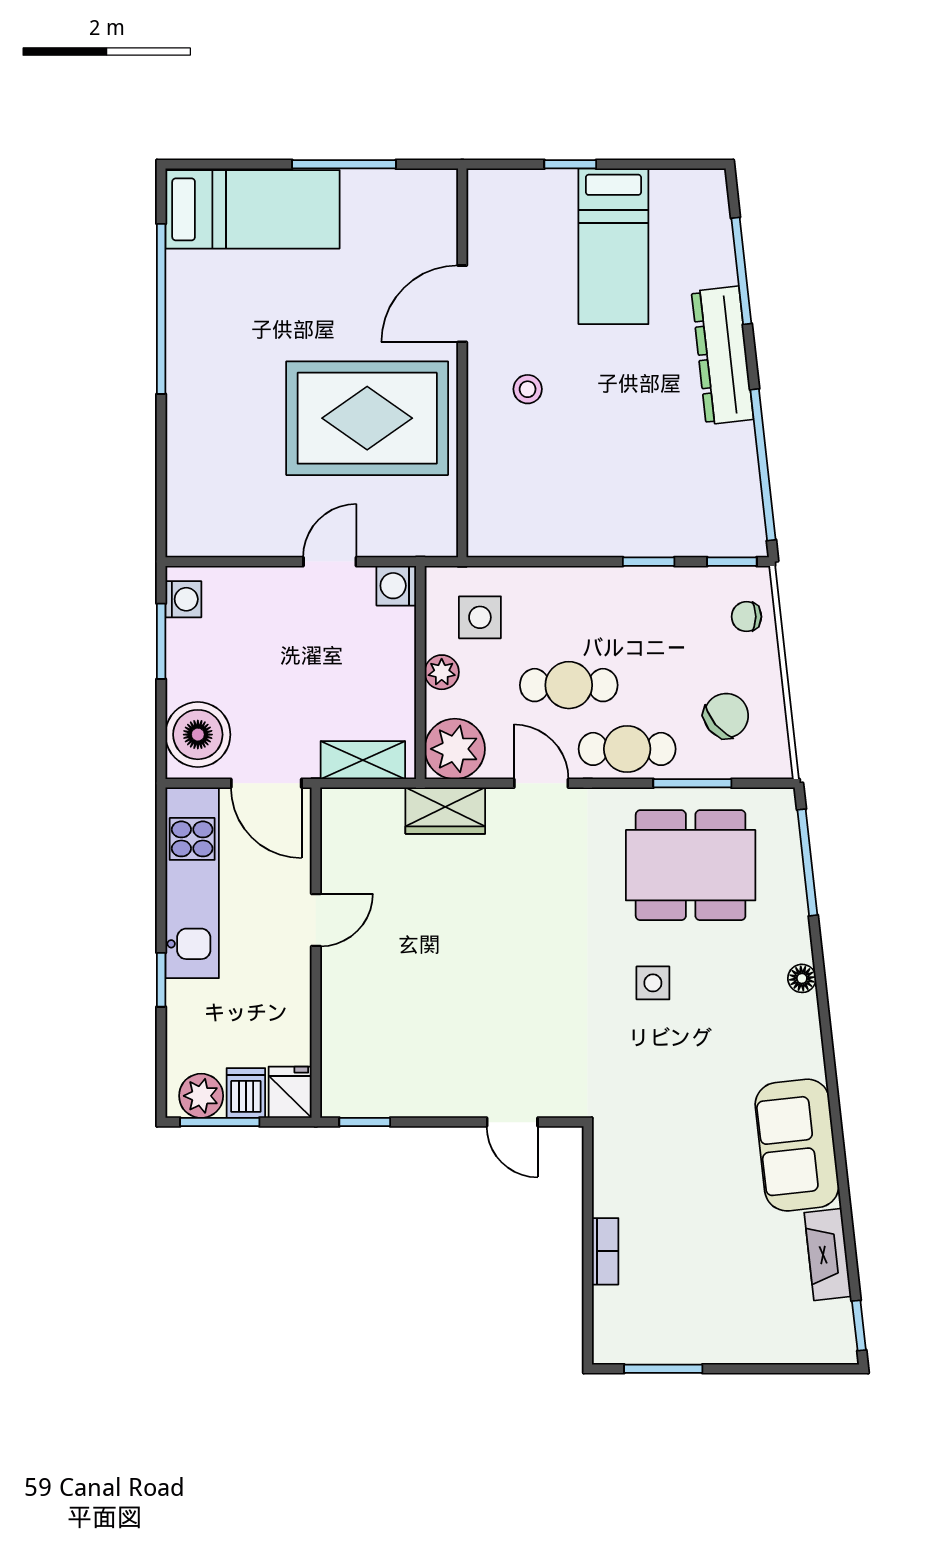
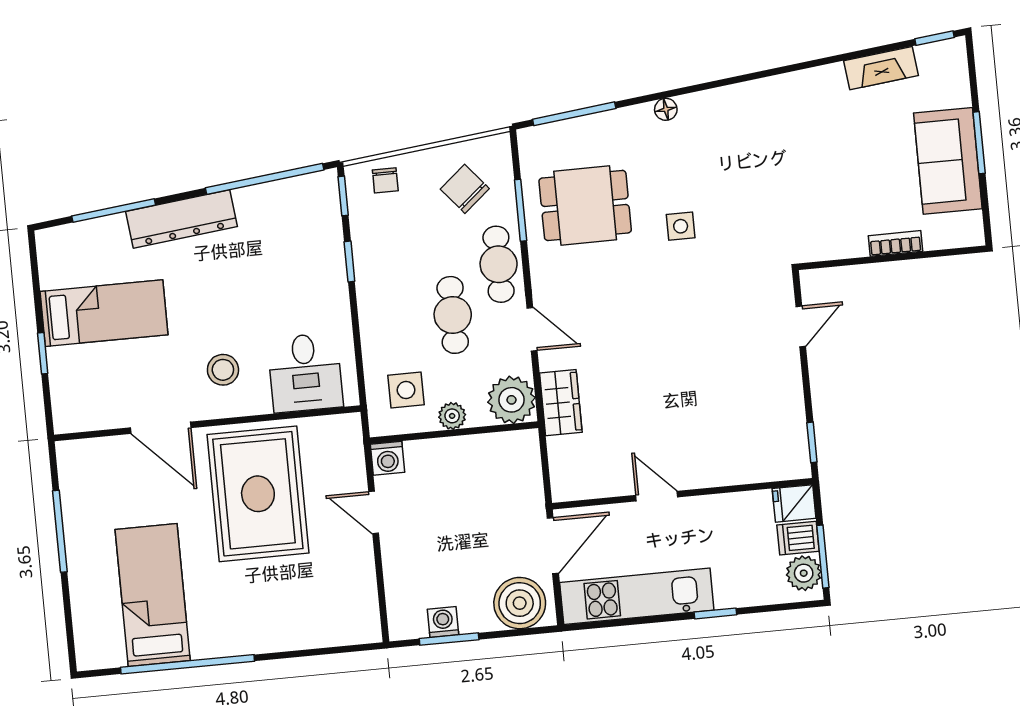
bed: (252, 209) -> (153, 595), moved
stool: (528, 389) -> (223, 370), width x1.37, depth x1.37
desk: (514, 493) -> (305, 373), added
washing machine: (183, 599) -> (443, 622), moved
shelving: (363, 760) -> (527, 471), removed
door: (541, 783) -> (532, 329), swing flipped
dining table: (691, 865) -> (585, 205), width x0.73
sofa: (797, 1145) -> (948, 161), moved, turned 96
window: (663, 1369) -> (979, 143), moved

